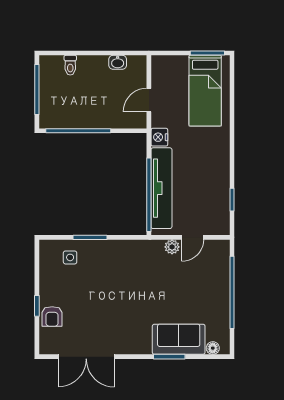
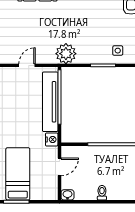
washbasin: (118, 62) -> (68, 195), moved
toilet: (70, 65) -> (102, 193), moved
plant: (172, 247) -> (66, 54), moved, width x1.87, depth x1.87

